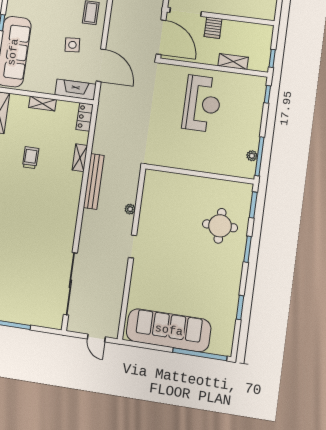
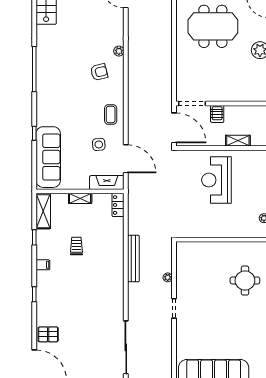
reception desk: (202, 104) -> (216, 180), turned 180
shelving: (80, 158) -> (119, 240), removed

